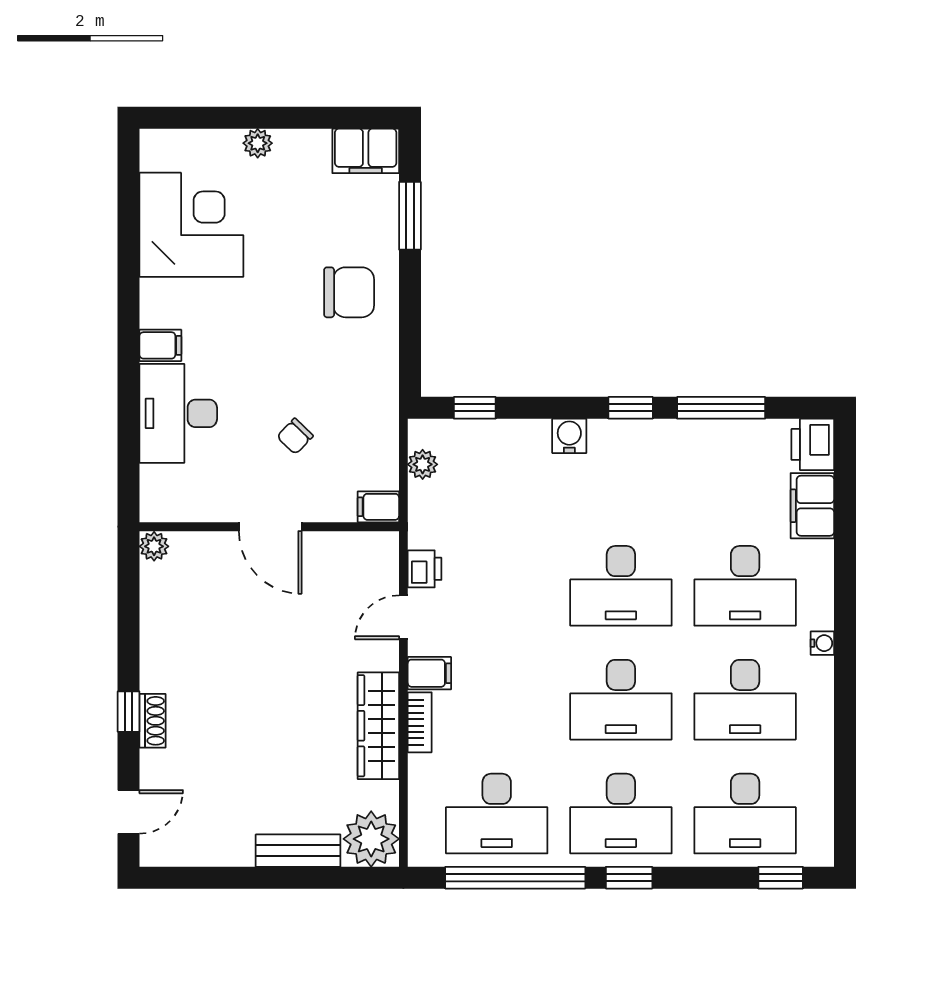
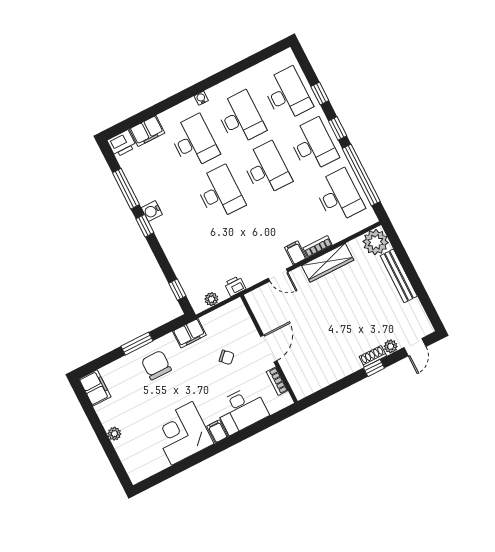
window: (410, 216) -> (137, 344), moved
corner desk: (191, 225) -> (182, 433), moved
water cooler: (569, 436) -> (152, 211), moved
filing cabinet: (378, 507) -> (189, 333), moved, width x2.00
bookcase: (199, 511) -> (277, 381), added
plant: (154, 546) -> (391, 346), moved
printer: (425, 569) -> (235, 286), moved
door: (129, 812) -> (415, 347), swing flipped
bench: (298, 851) -> (399, 276), width x1.36
window: (781, 878) -> (320, 94), moved

